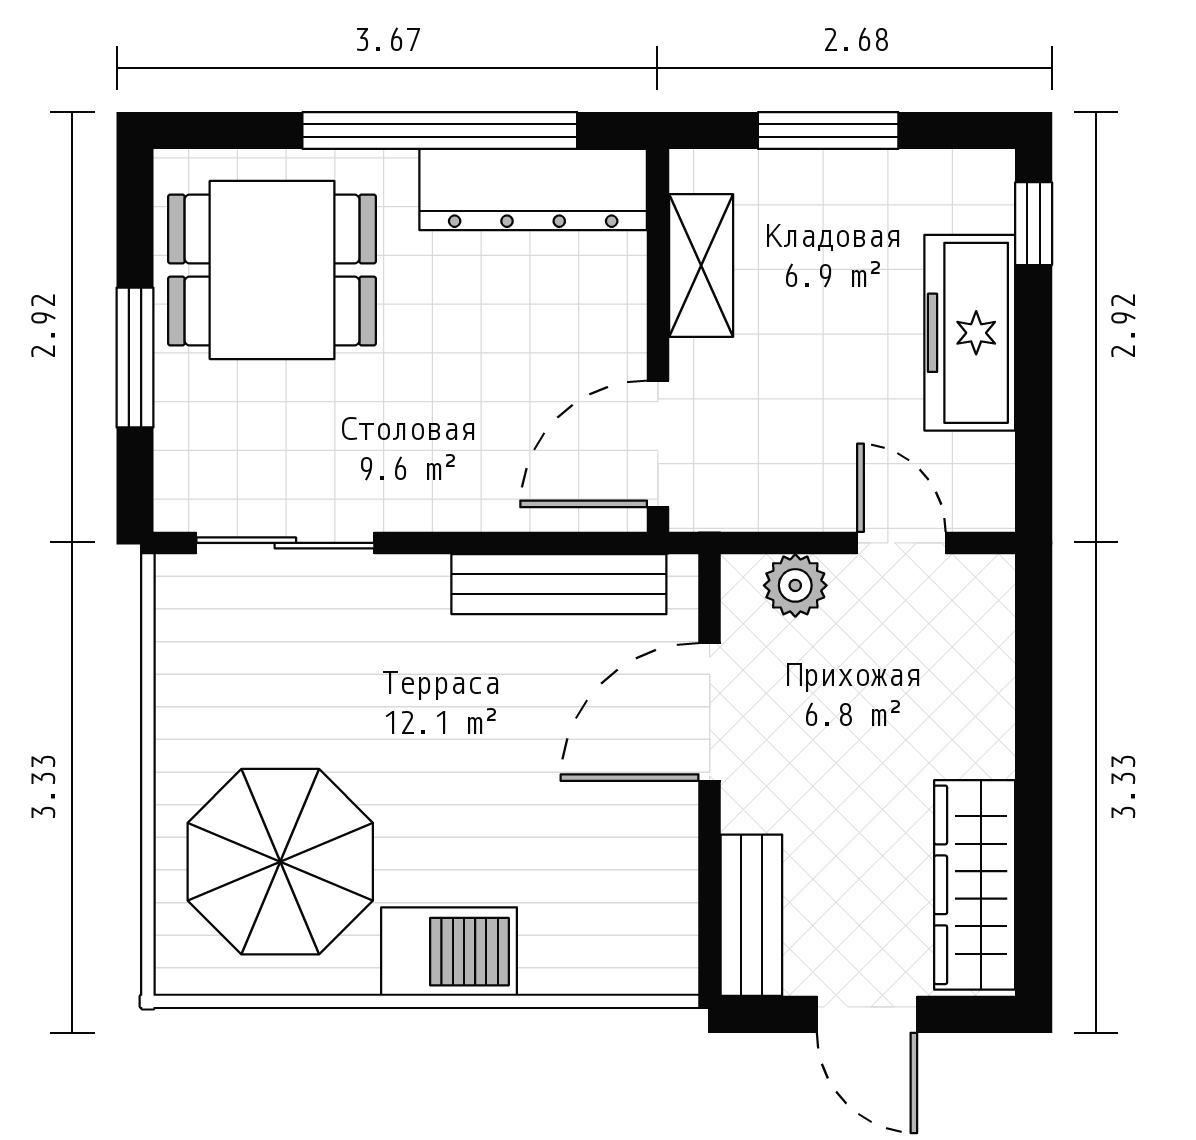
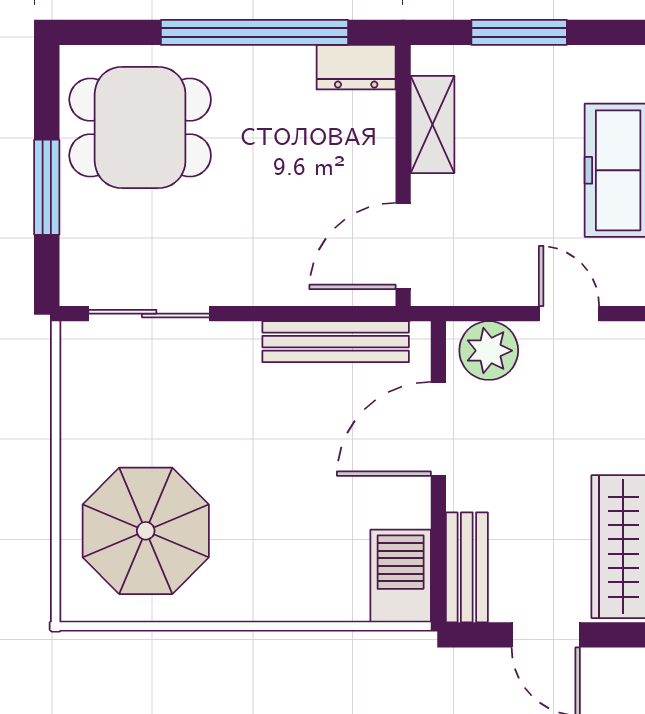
dresser: (533, 189) -> (356, 67), width x0.51, depth x0.80
plant: (795, 585) -> (489, 351), width x1.38, depth x1.38
barbecue: (449, 952) -> (401, 576), moved, turned -90

